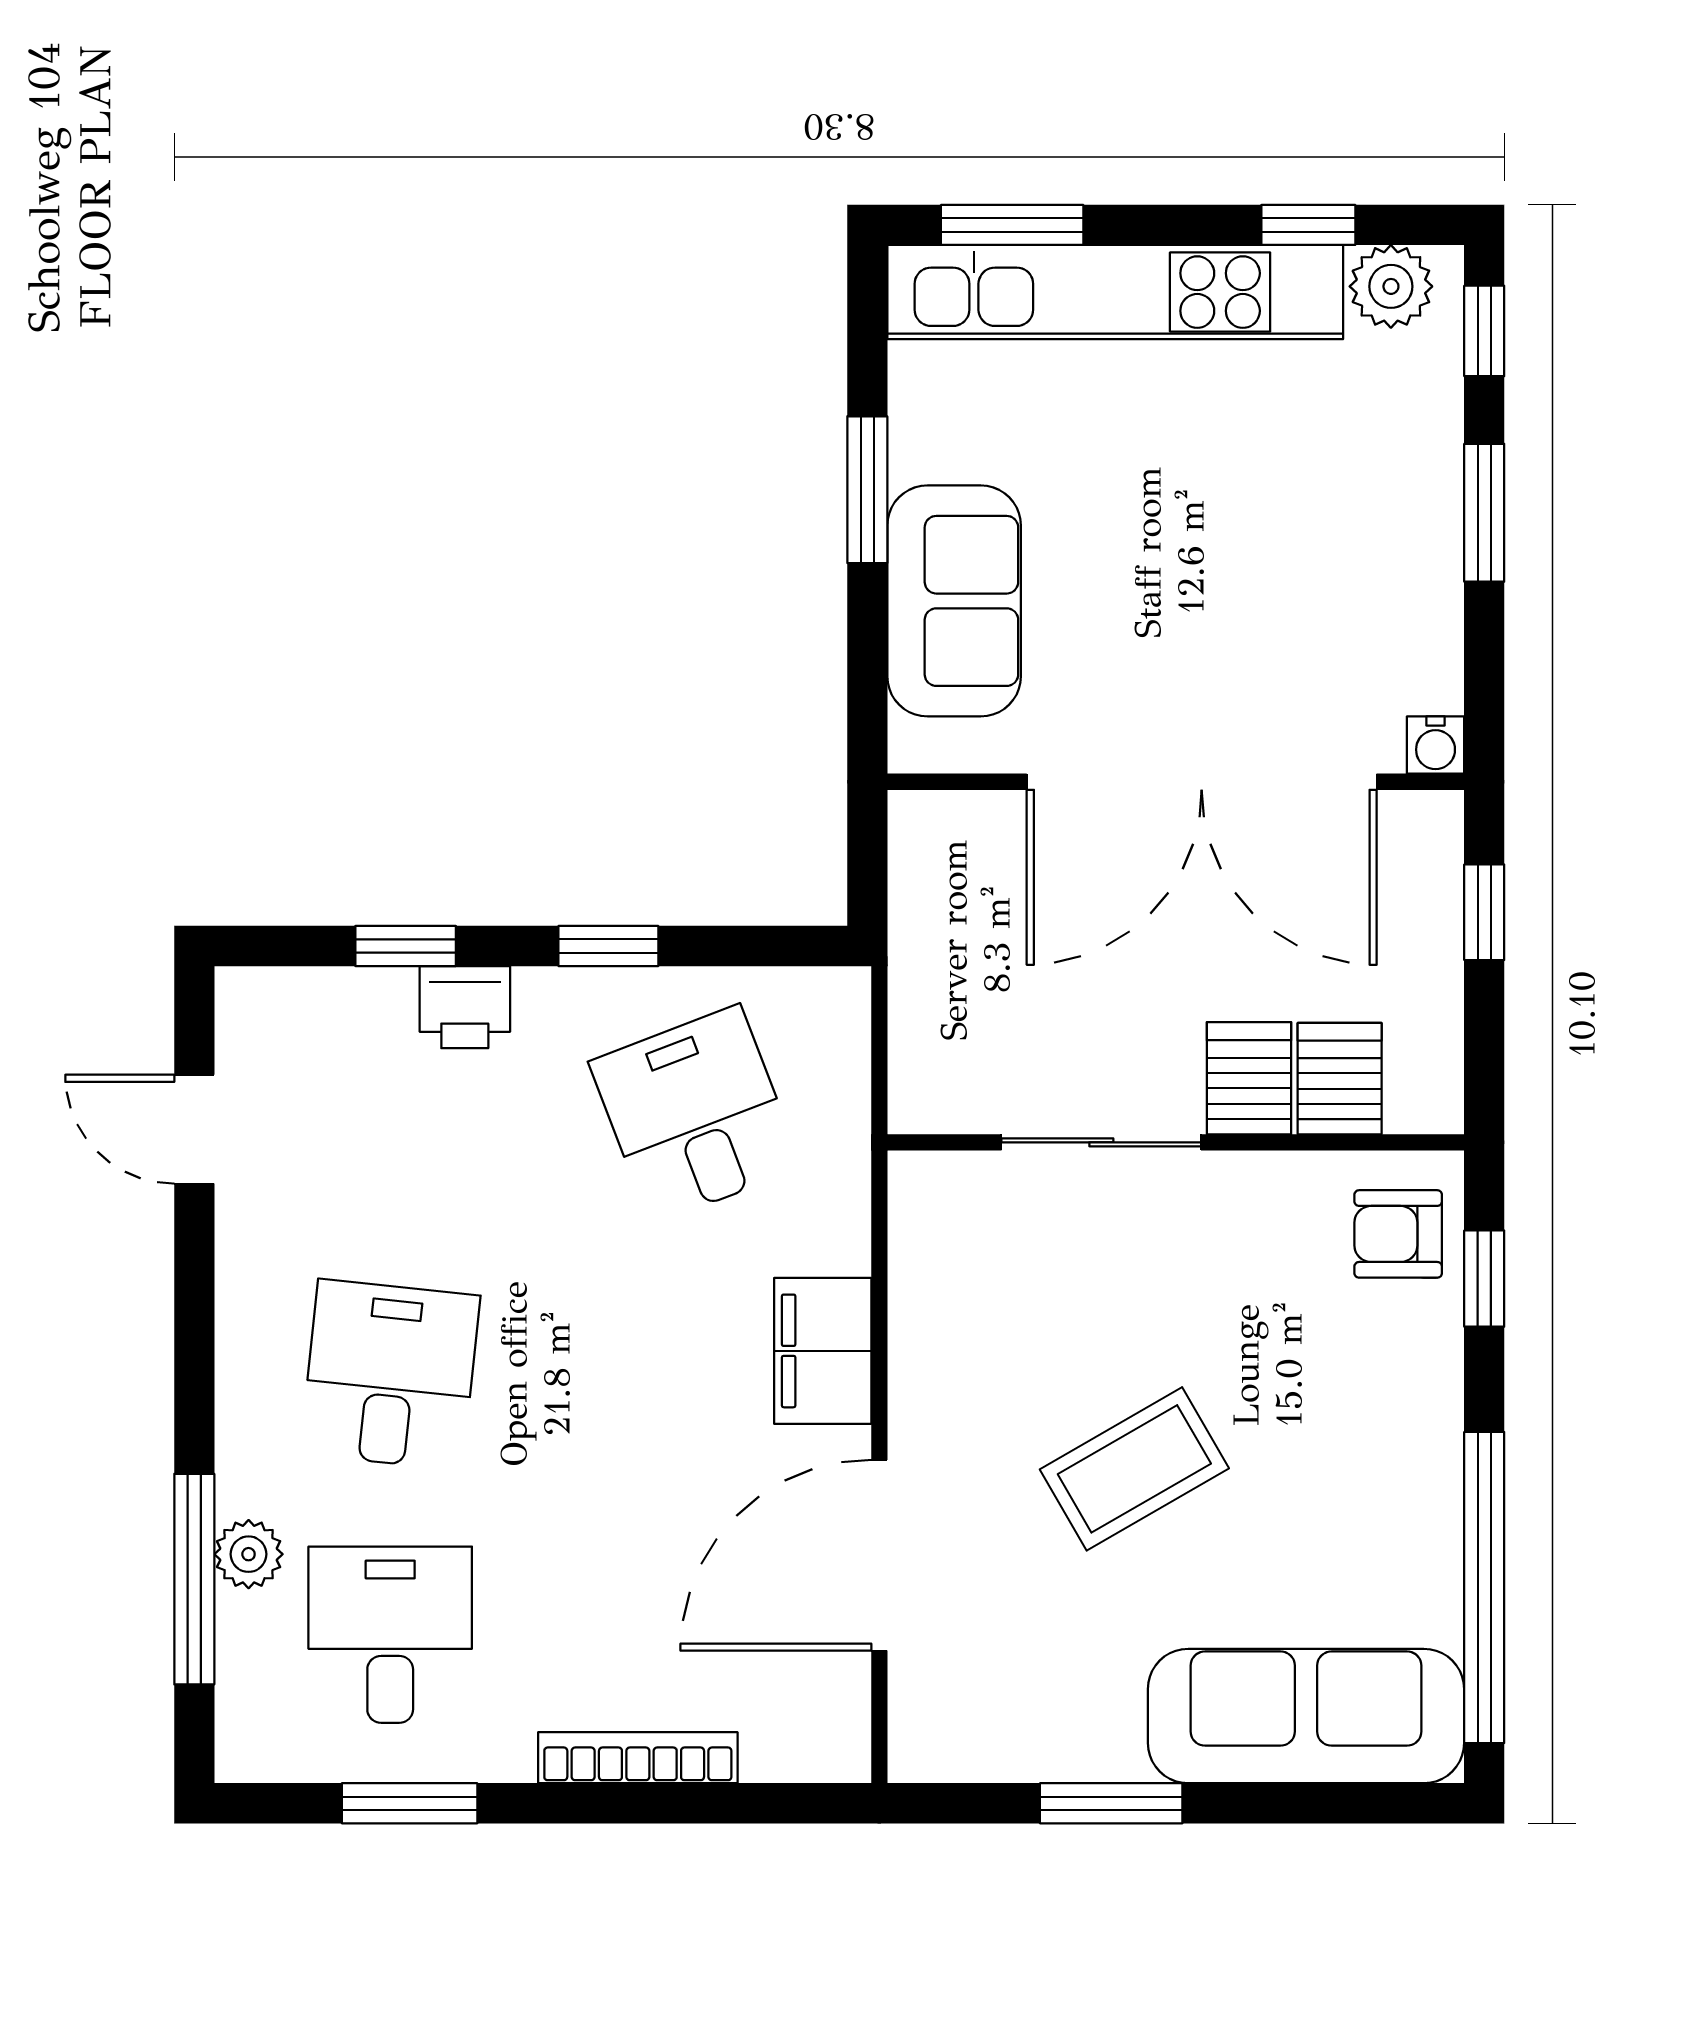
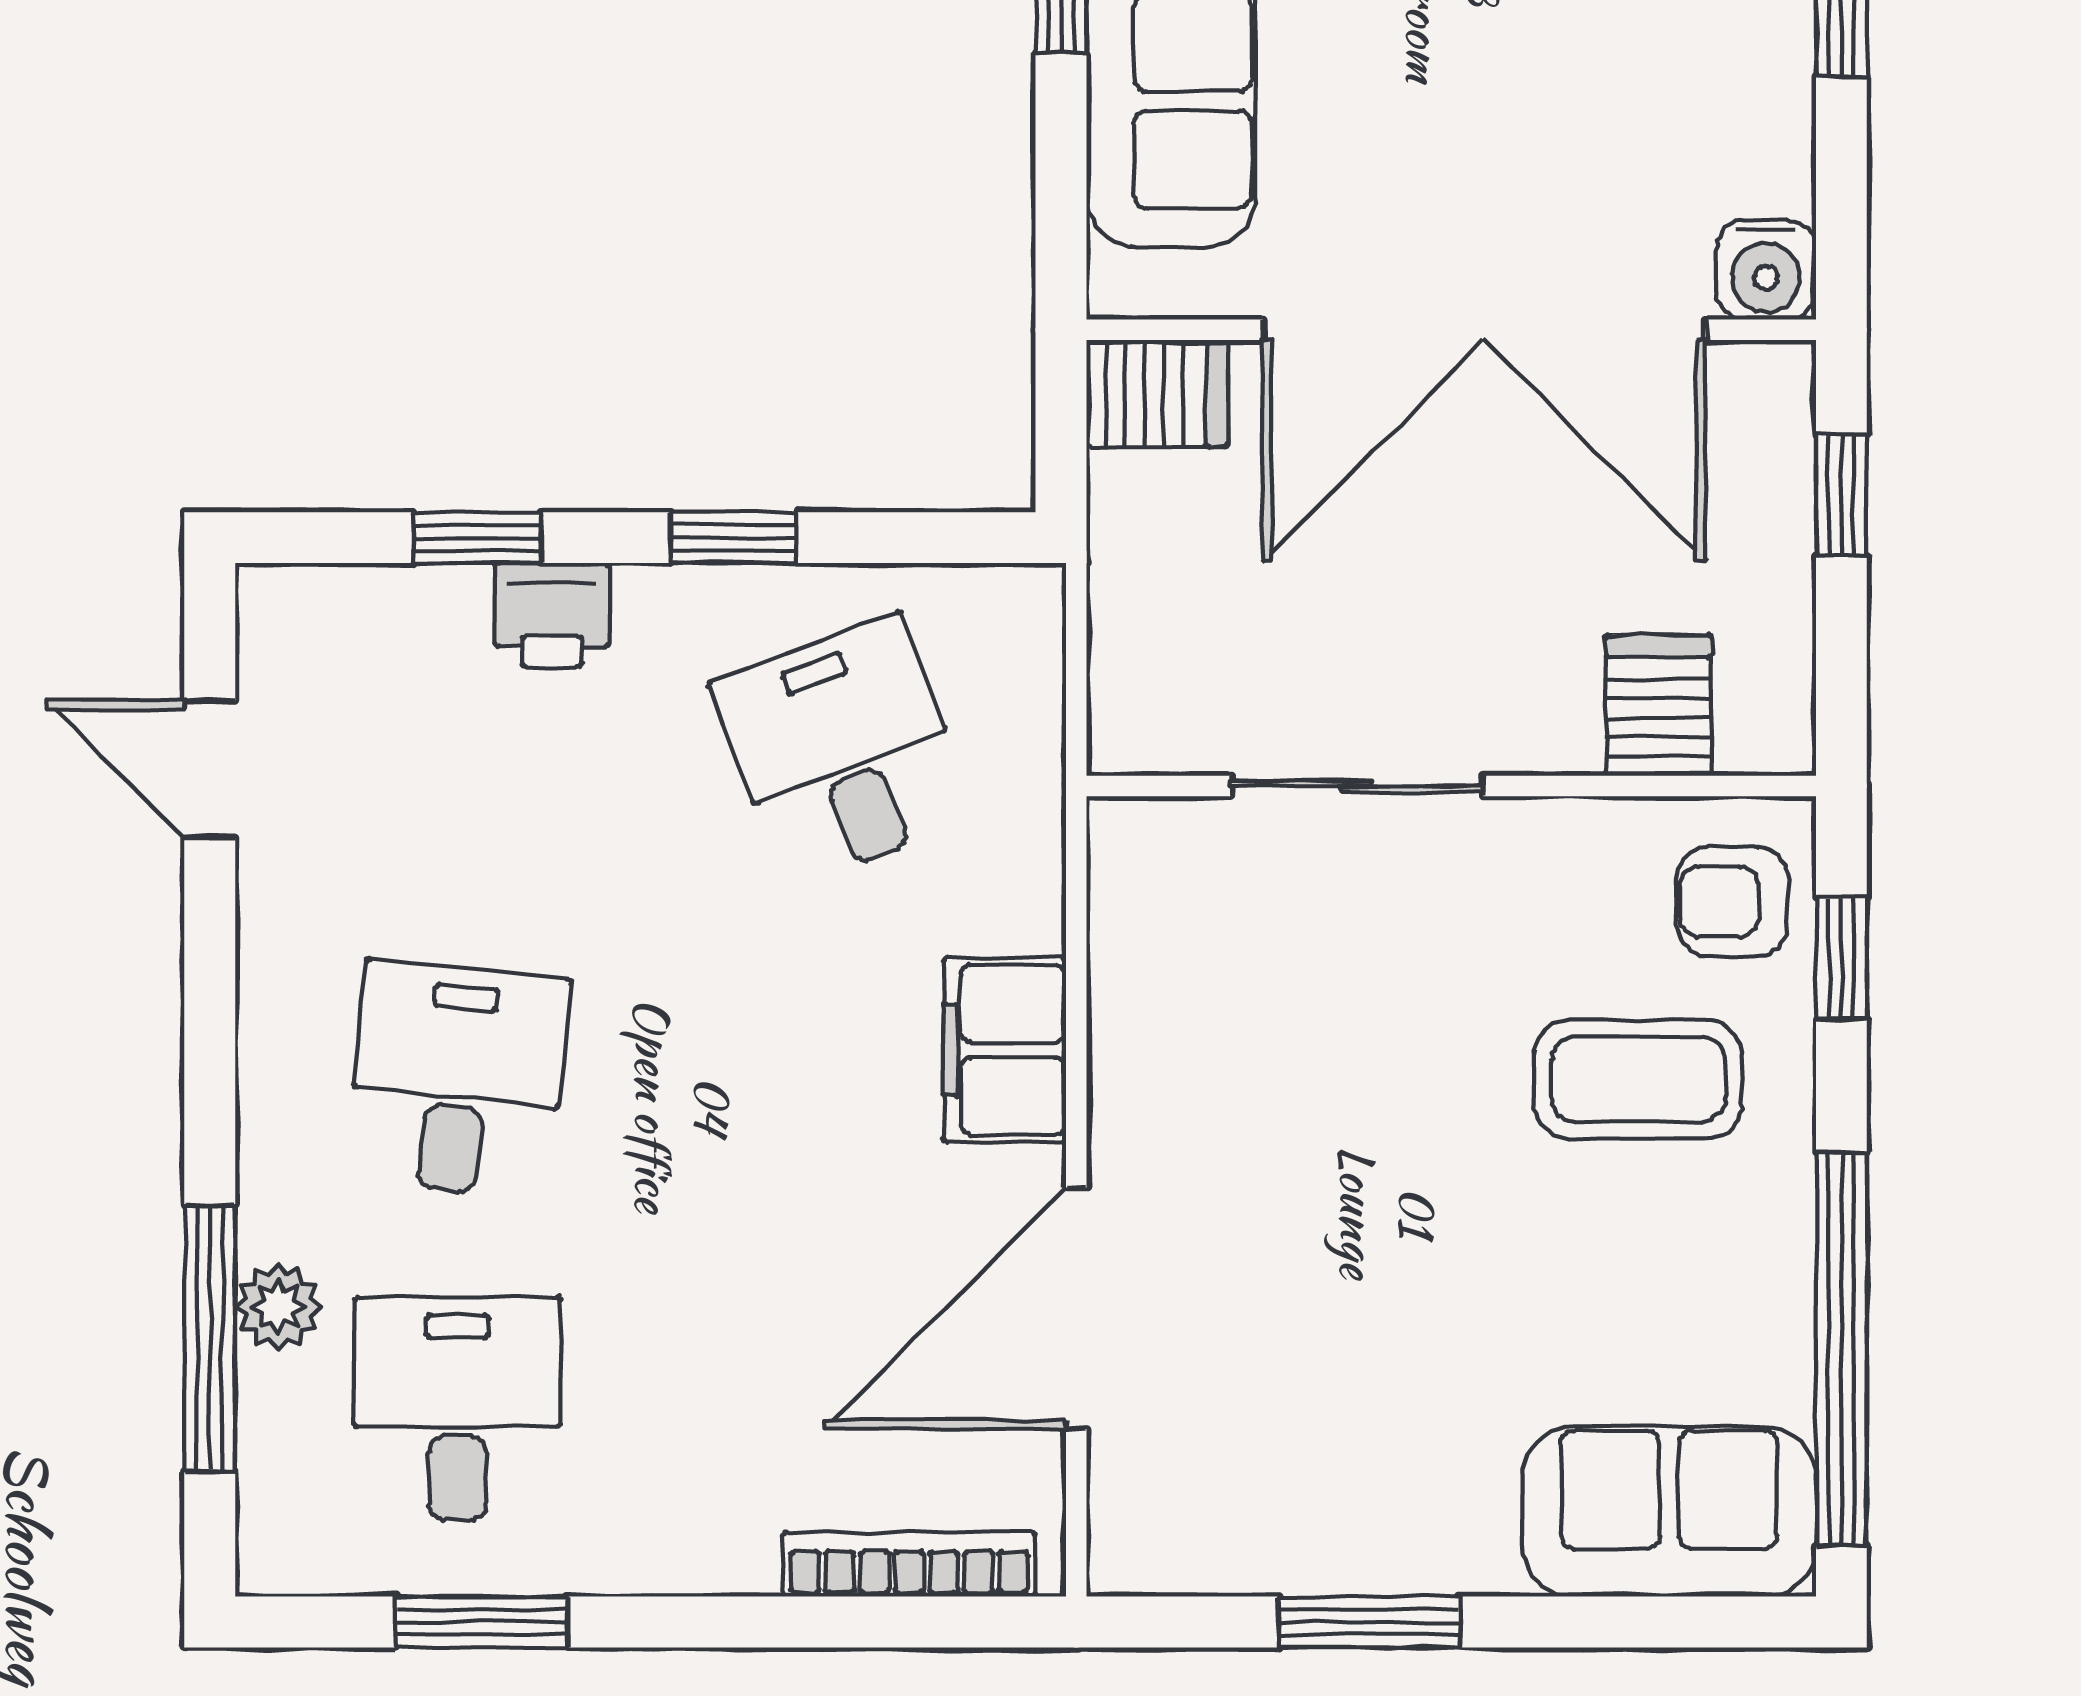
water cooler: (1436, 745) -> (1766, 270), width x1.38, depth x1.38
server rack: (1249, 1078) -> (1157, 393), moved, turned 90
coffee table: (1134, 1469) -> (1638, 1079), moved, turned 30
sofa: (1306, 1716) -> (1669, 1512), width x0.73
bookcase: (638, 1758) -> (909, 1564), moved

